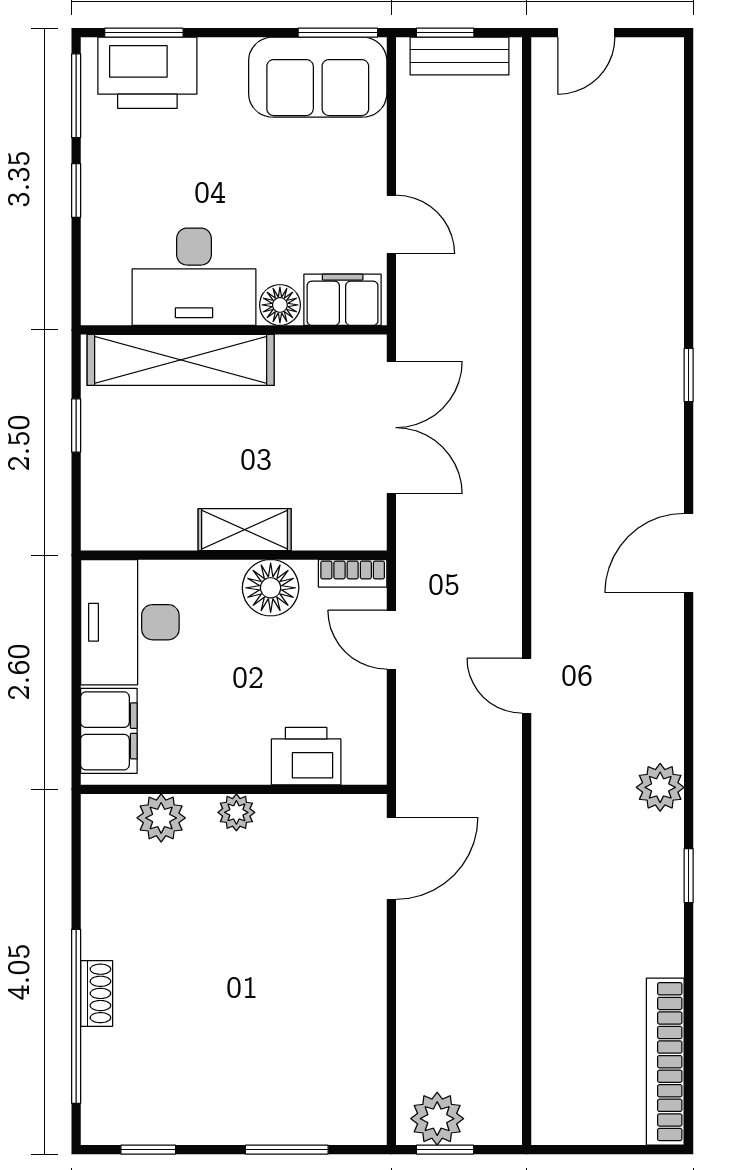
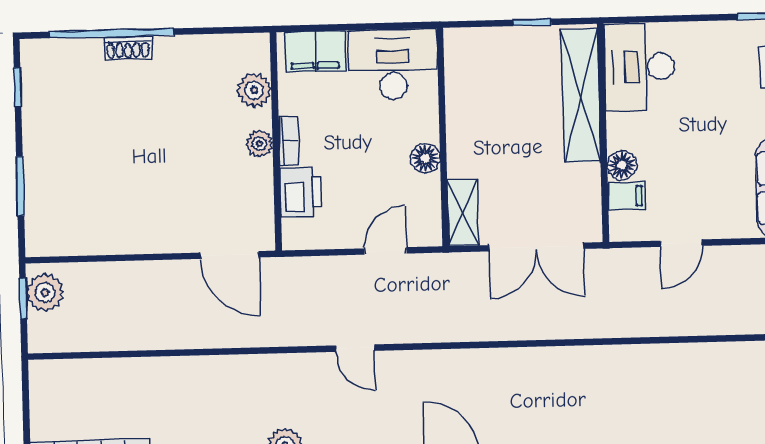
window: (76, 191) -> (700, 18), removed
desk: (194, 277) -> (639, 67), moved
filing cabinet: (343, 300) -> (626, 196), width x0.50
shelving: (245, 530) -> (463, 213), moved
bookcase: (353, 573) -> (289, 141), moved, turned 180
floor lamp: (271, 588) -> (425, 158), width x0.73, depth x0.73
door: (527, 686) -> (355, 348), swing flipped

